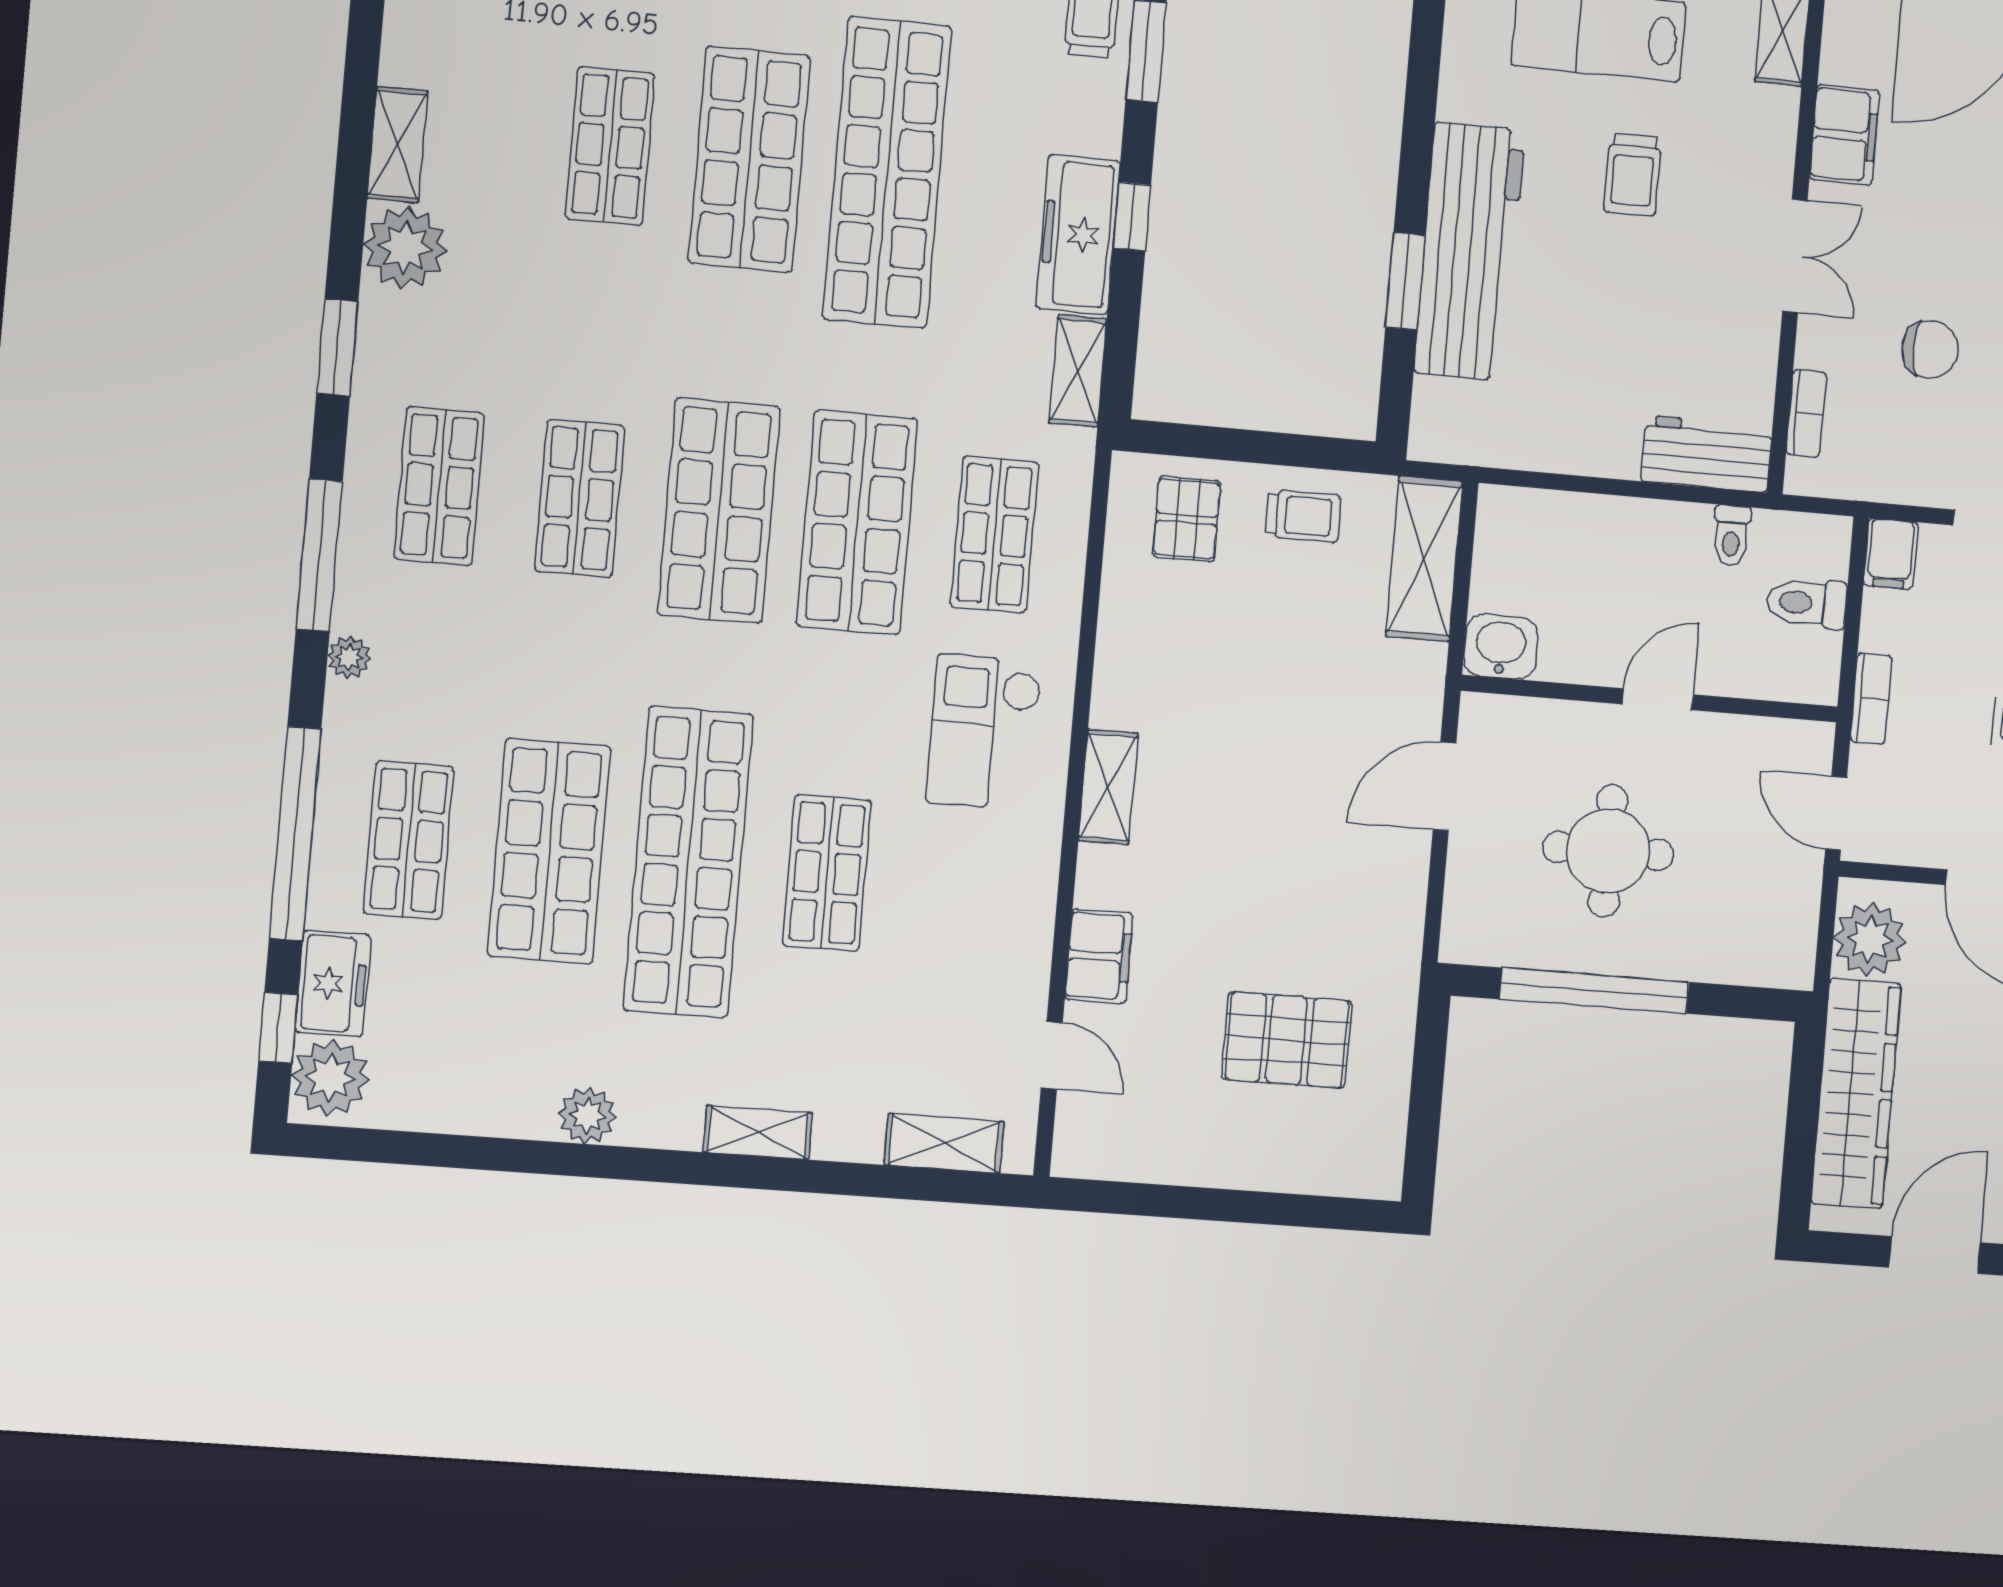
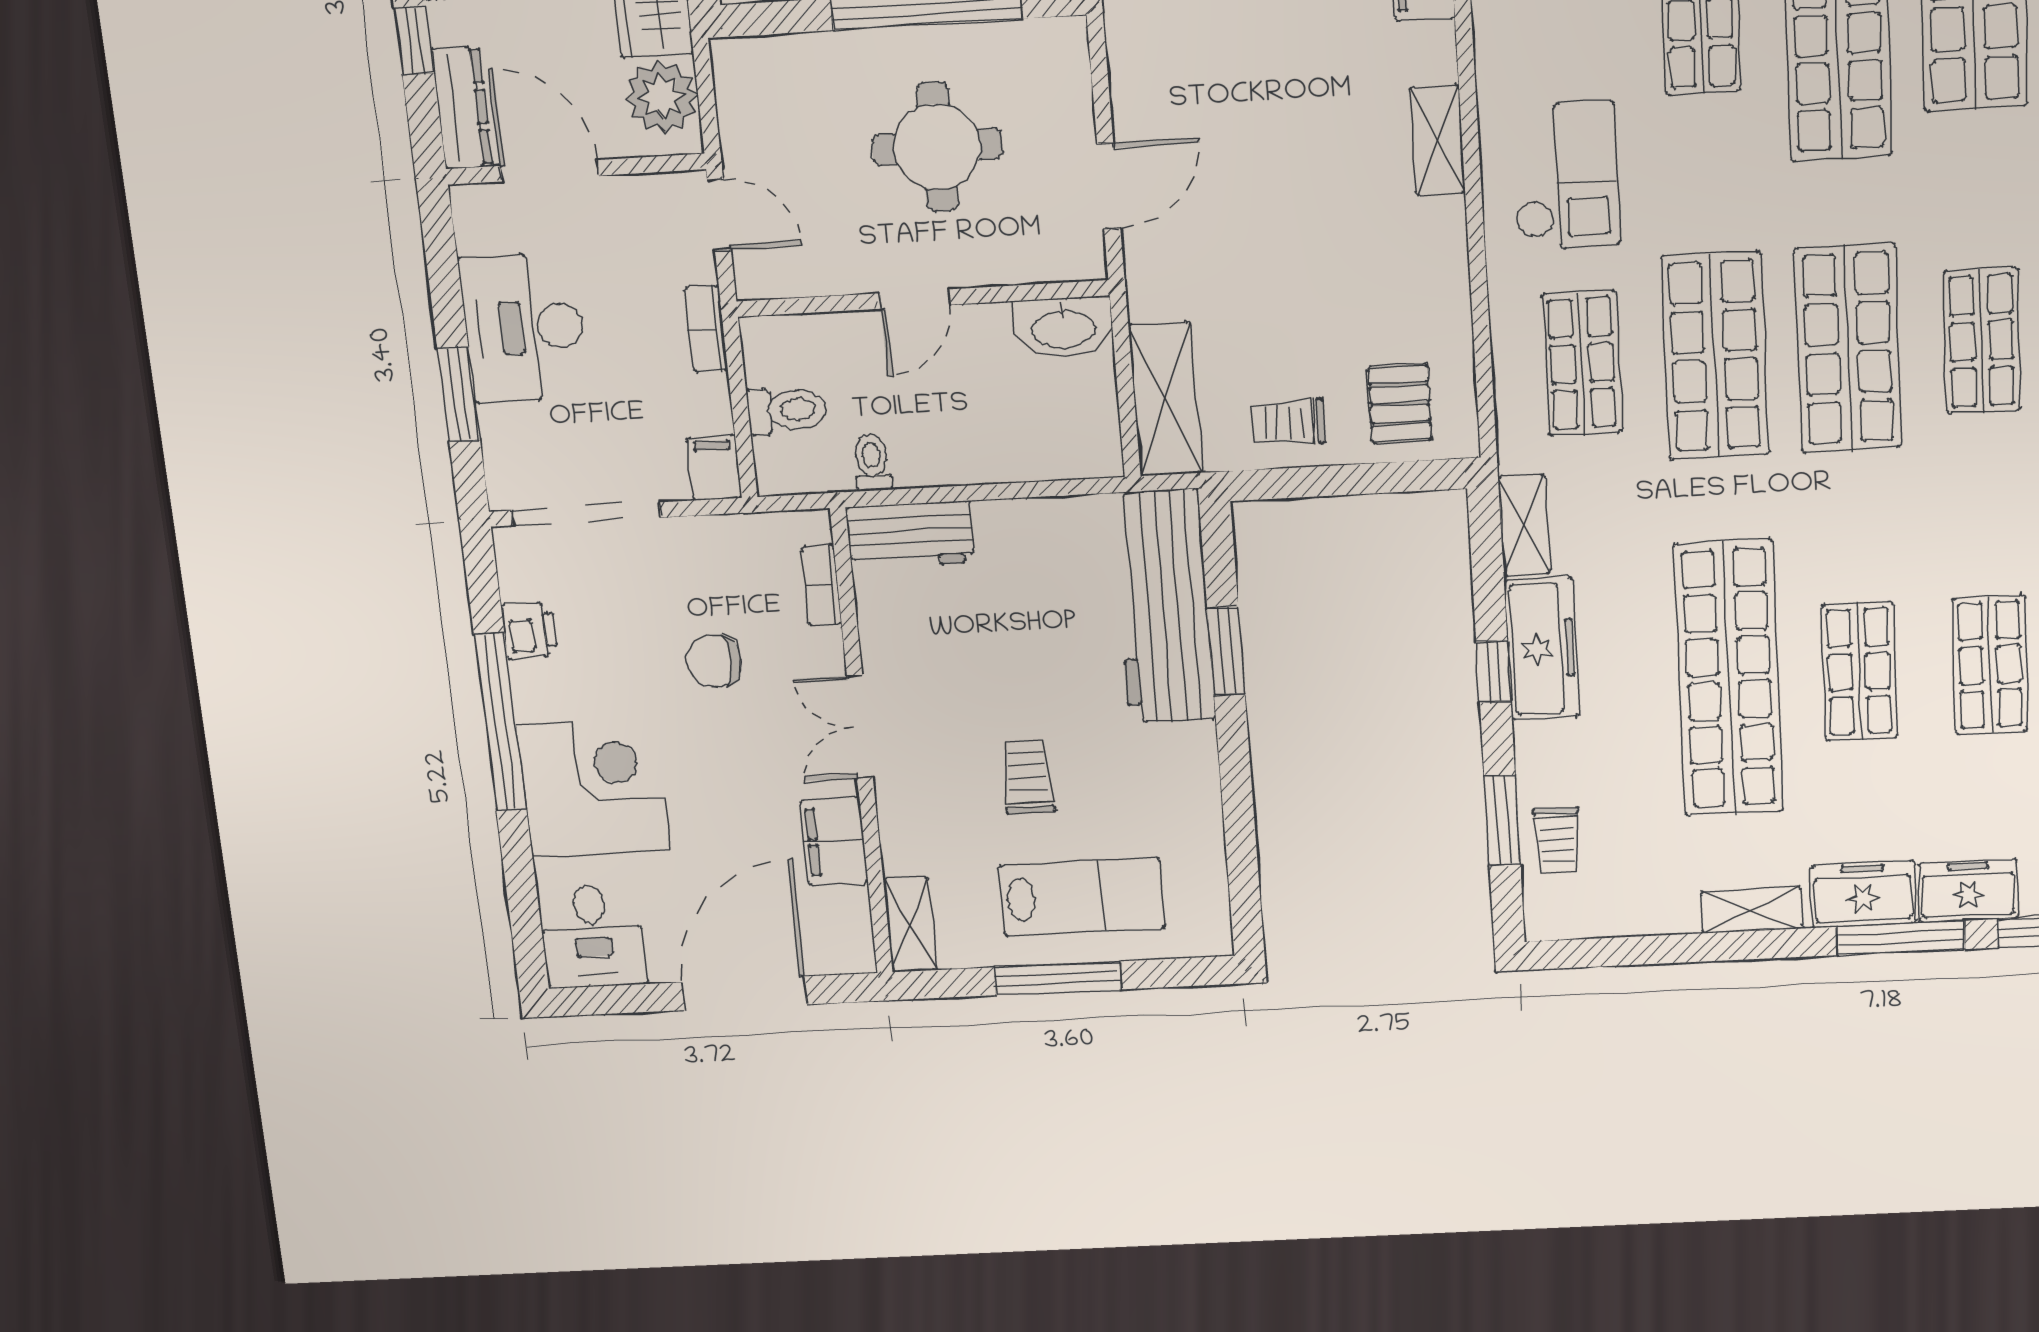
shop shelf: (749, 159) -> (1859, 671), width x0.70, depth x0.74
workbench: (1469, 252) -> (1163, 607), moved
washbasin: (1501, 647) -> (1063, 328), width x1.38

